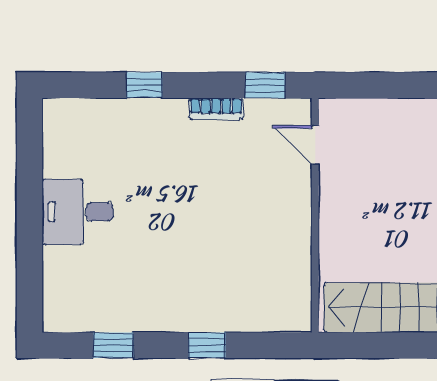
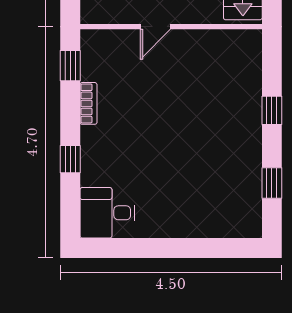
door: (315, 145) -> (155, 27), moved
desk: (78, 212) -> (107, 213), moved, turned 90

